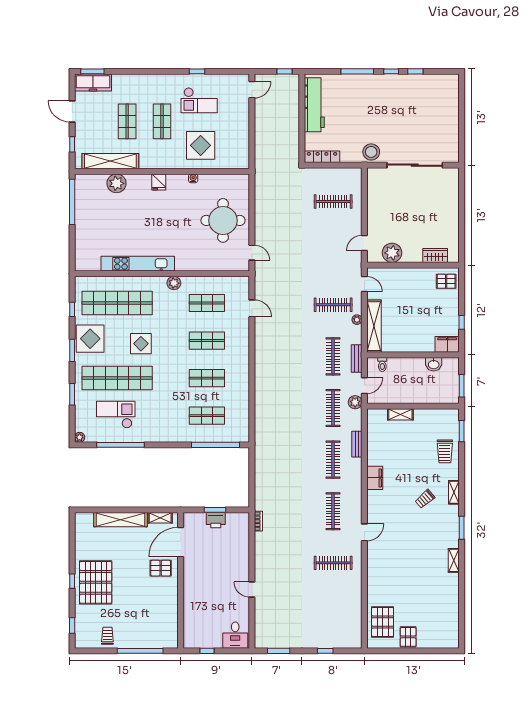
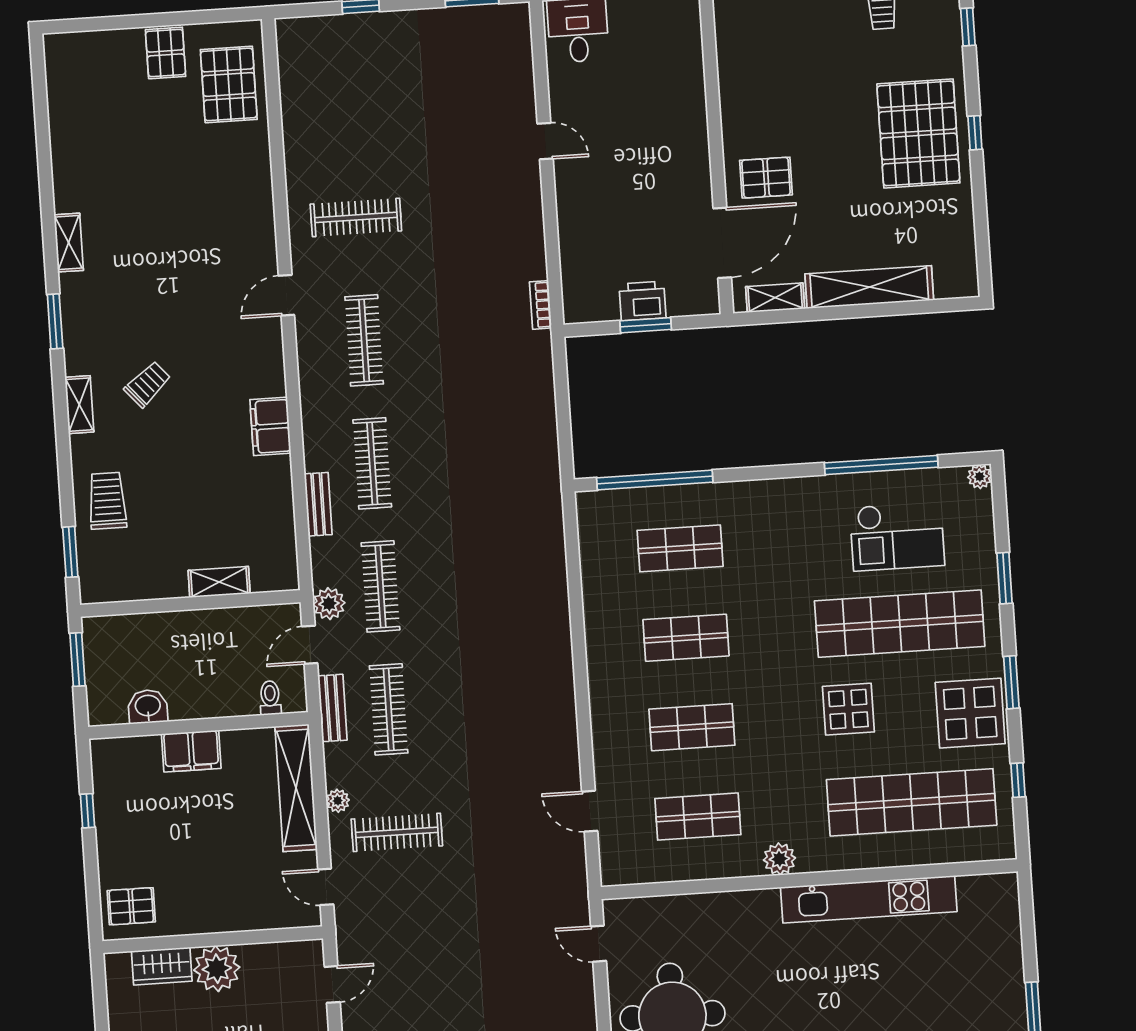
plant: (392, 253) -> (217, 969), moved
filing cabinet: (447, 344) -> (191, 751), moved

